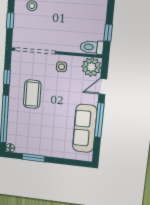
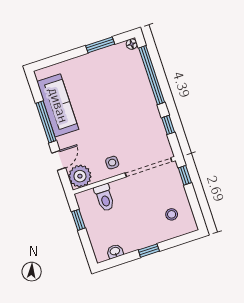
window: (10, 21) -> (185, 175), moved
toilet: (92, 47) -> (104, 198), moved, turned 90
coffee table: (32, 94) -> (132, 118), removed

